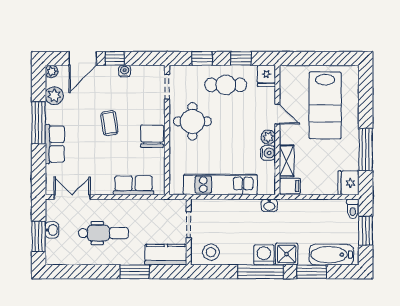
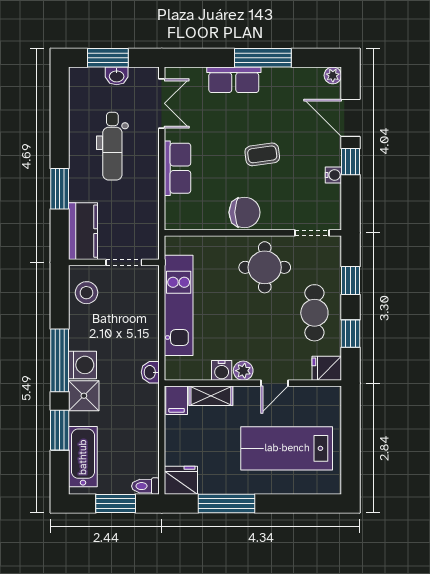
plant: (54, 96) -> (300, 79), removed
row of seats: (134, 185) -> (178, 168), moved

